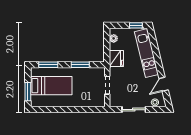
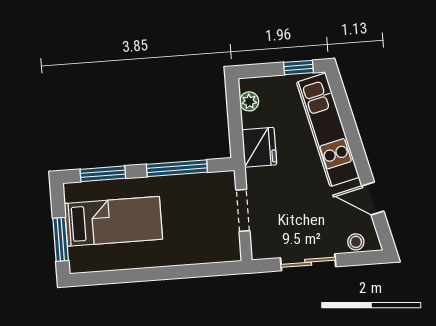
window: (80, 65) -> (177, 168), width x1.44
door: (164, 84) -> (373, 198), hinge flipped

